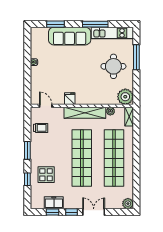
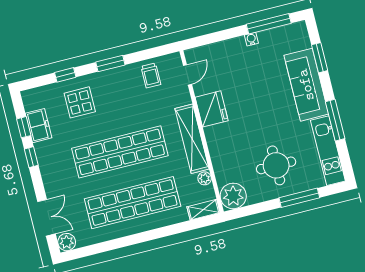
window: (27, 49) -> (269, 24), added
fridge: (70, 99) -> (212, 109), width x1.88, depth x1.34
double door: (94, 212) -> (46, 218), moved

